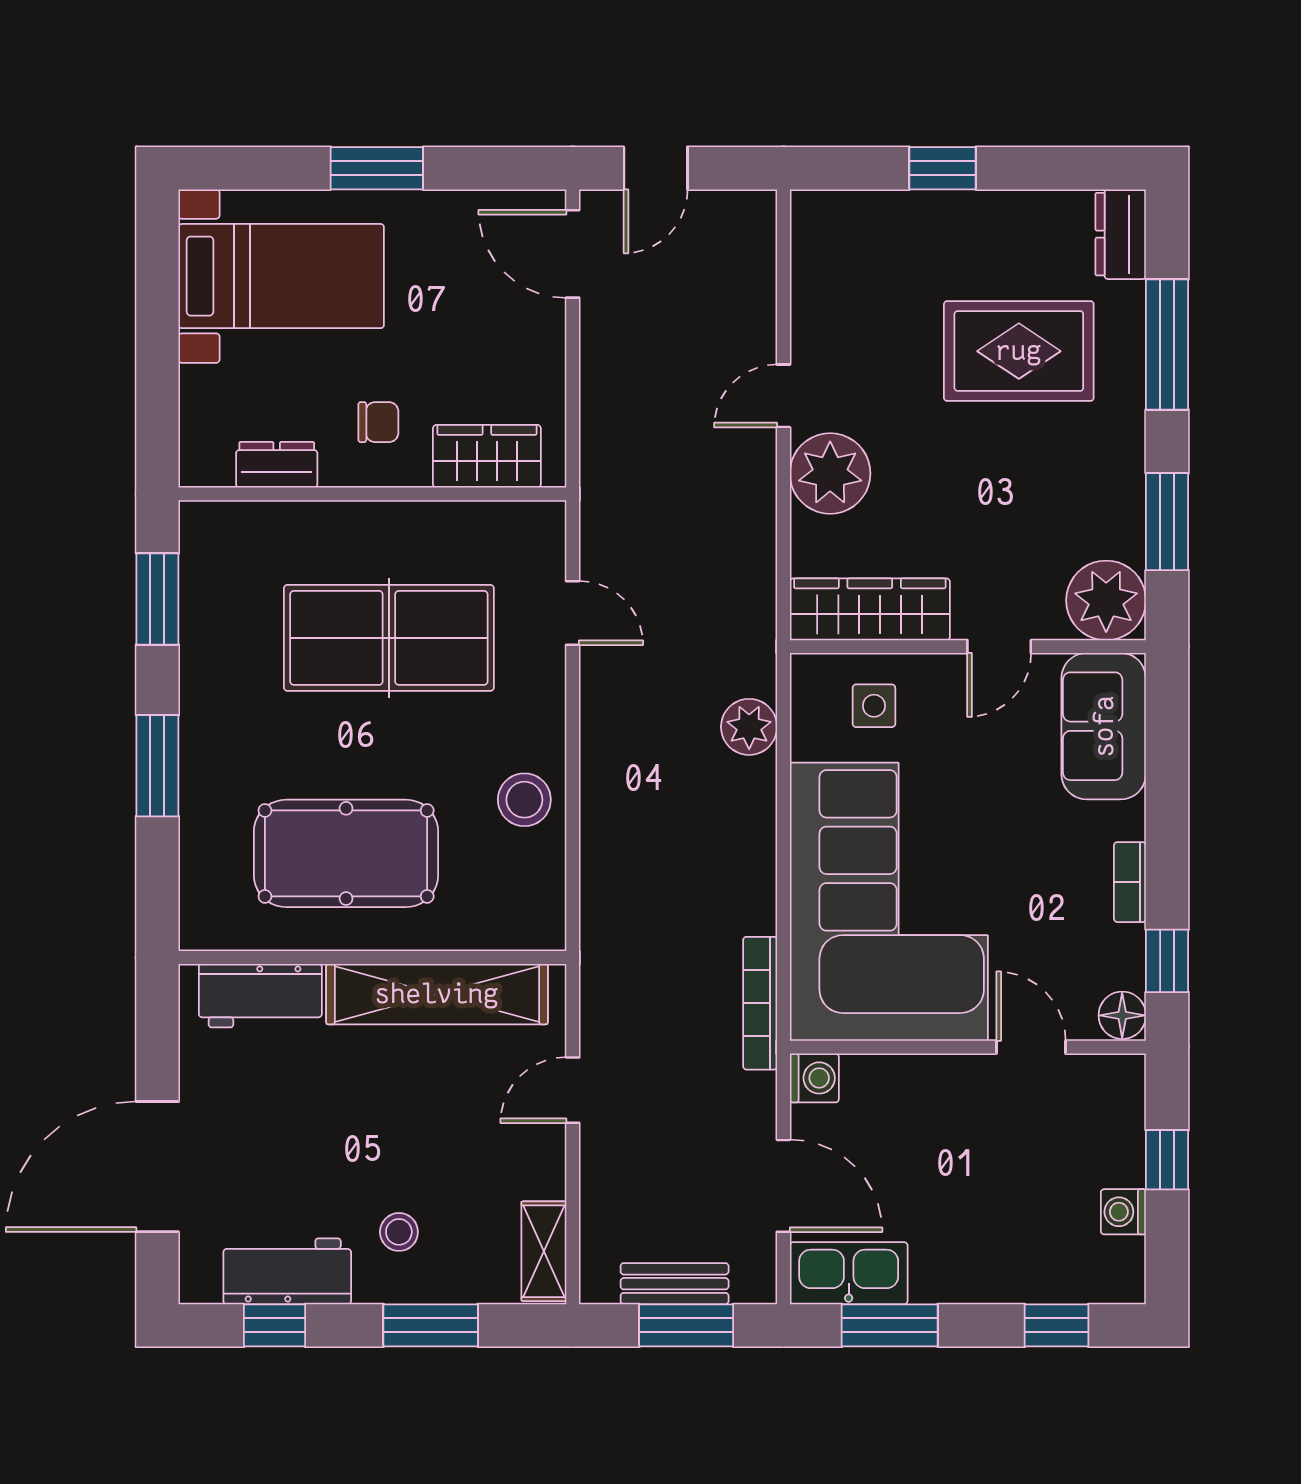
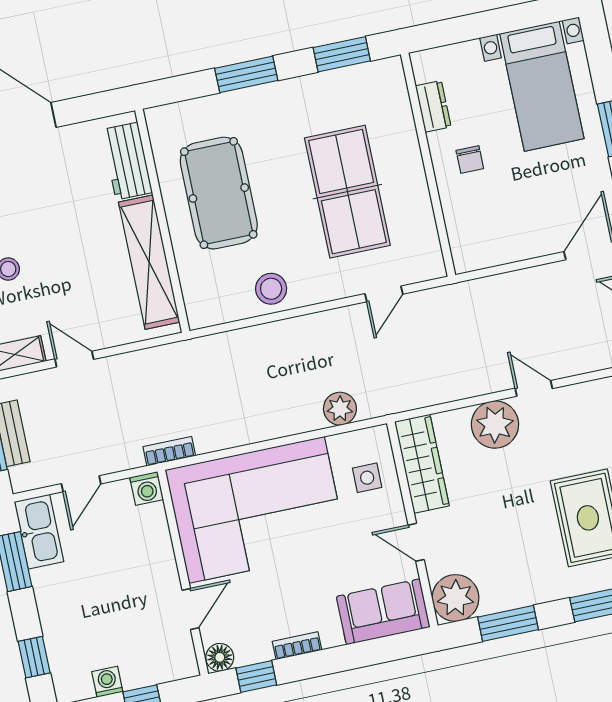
wardrobe: (487, 456) -> (463, 226), removed
bookcase: (760, 1003) -> (169, 451), width x0.64
door: (573, 1090) -> (74, 359), moved
door: (783, 1186) -> (81, 484), width x0.73

